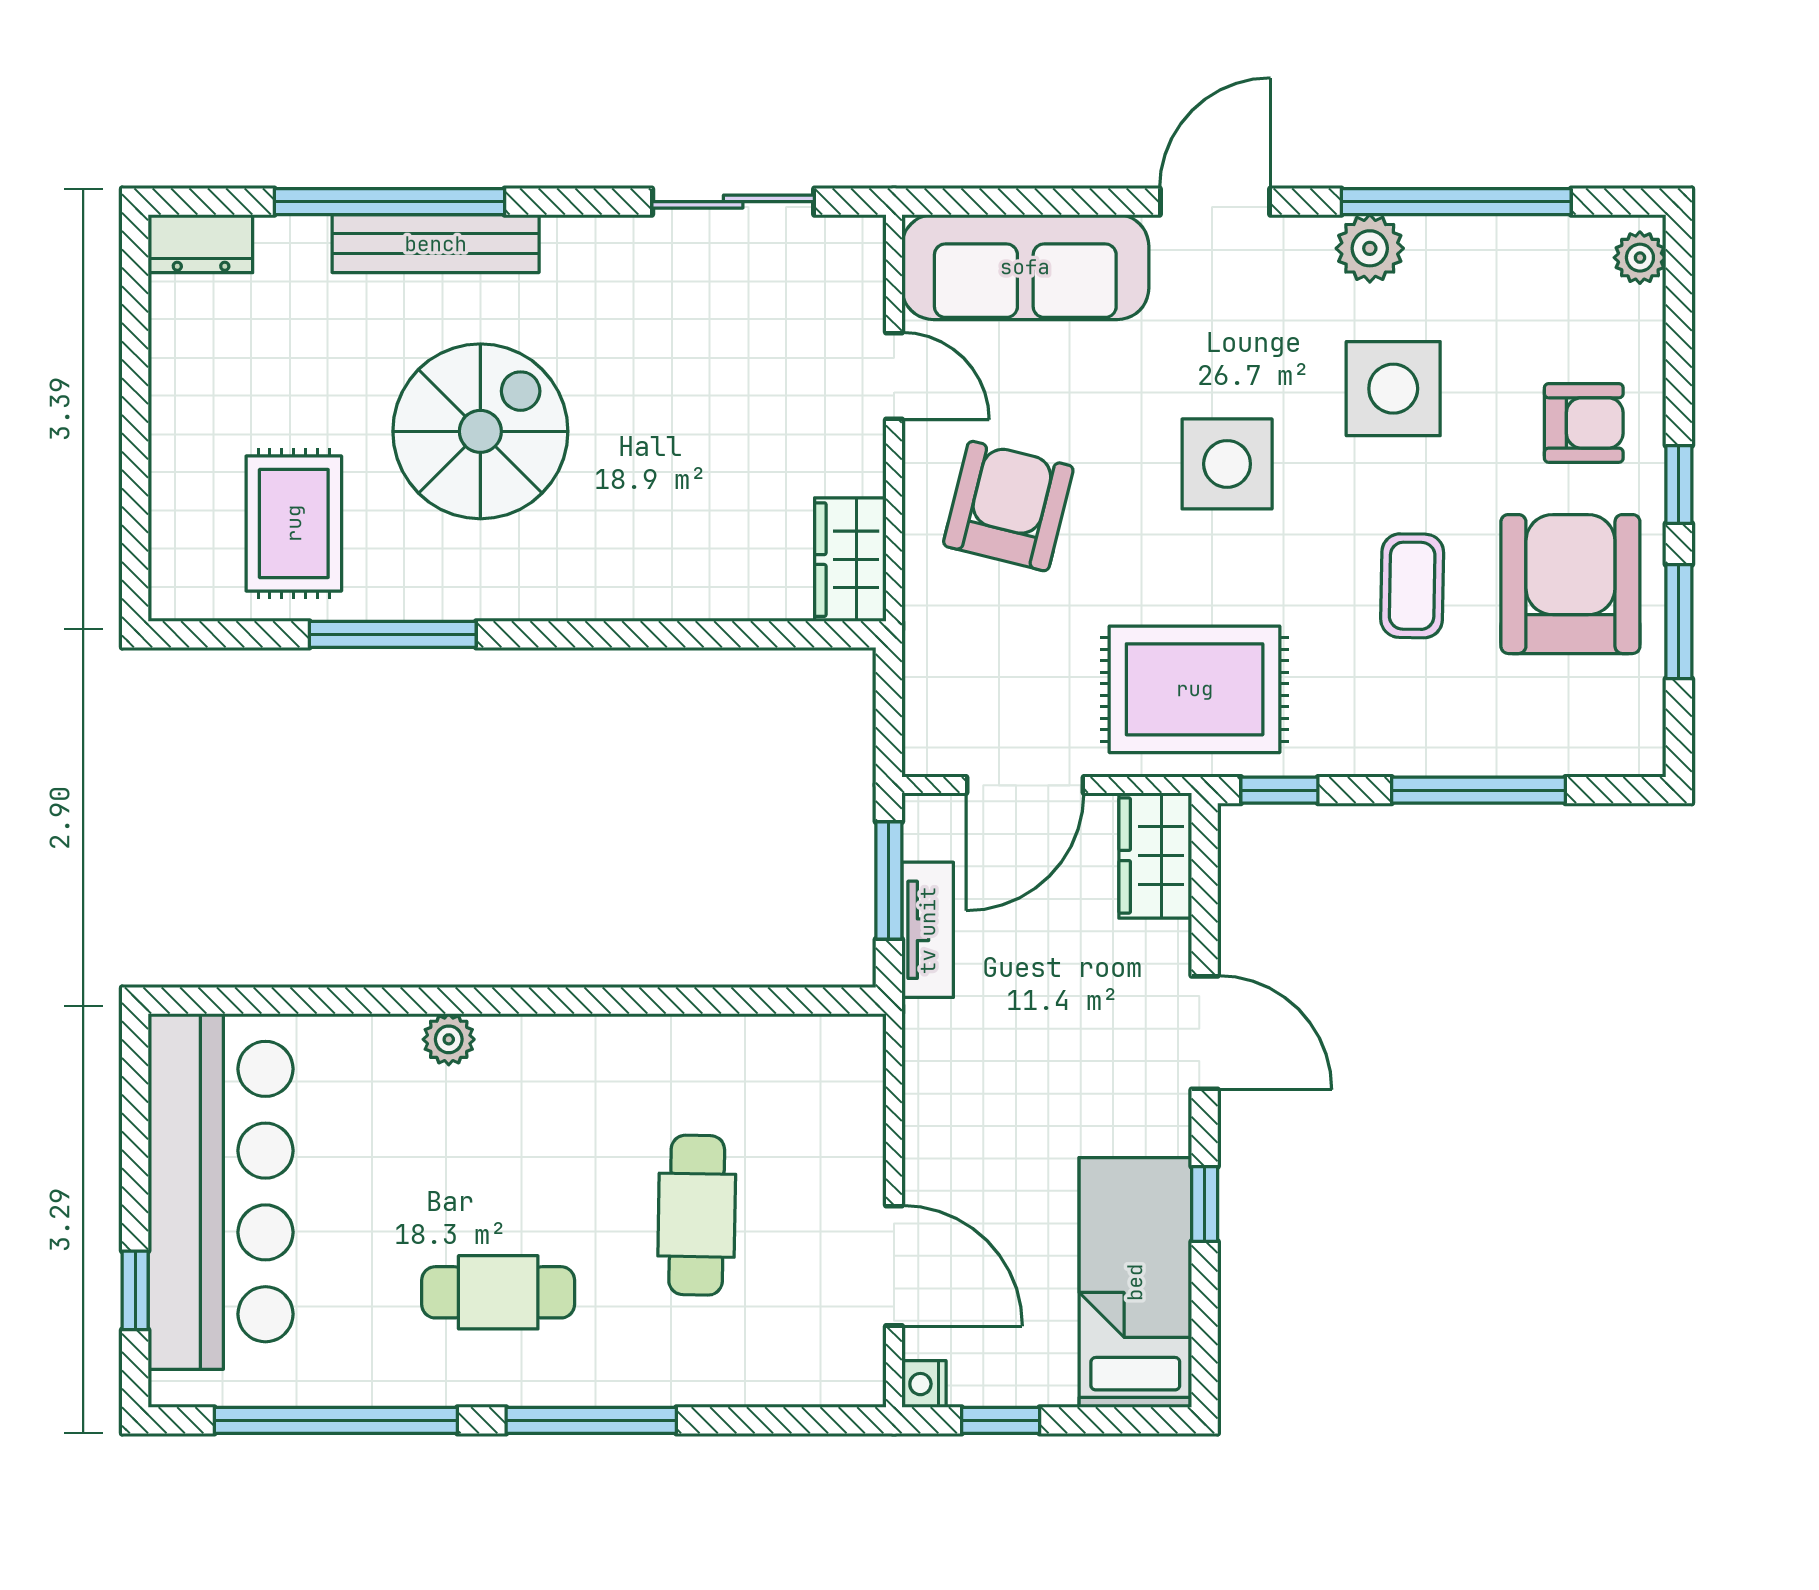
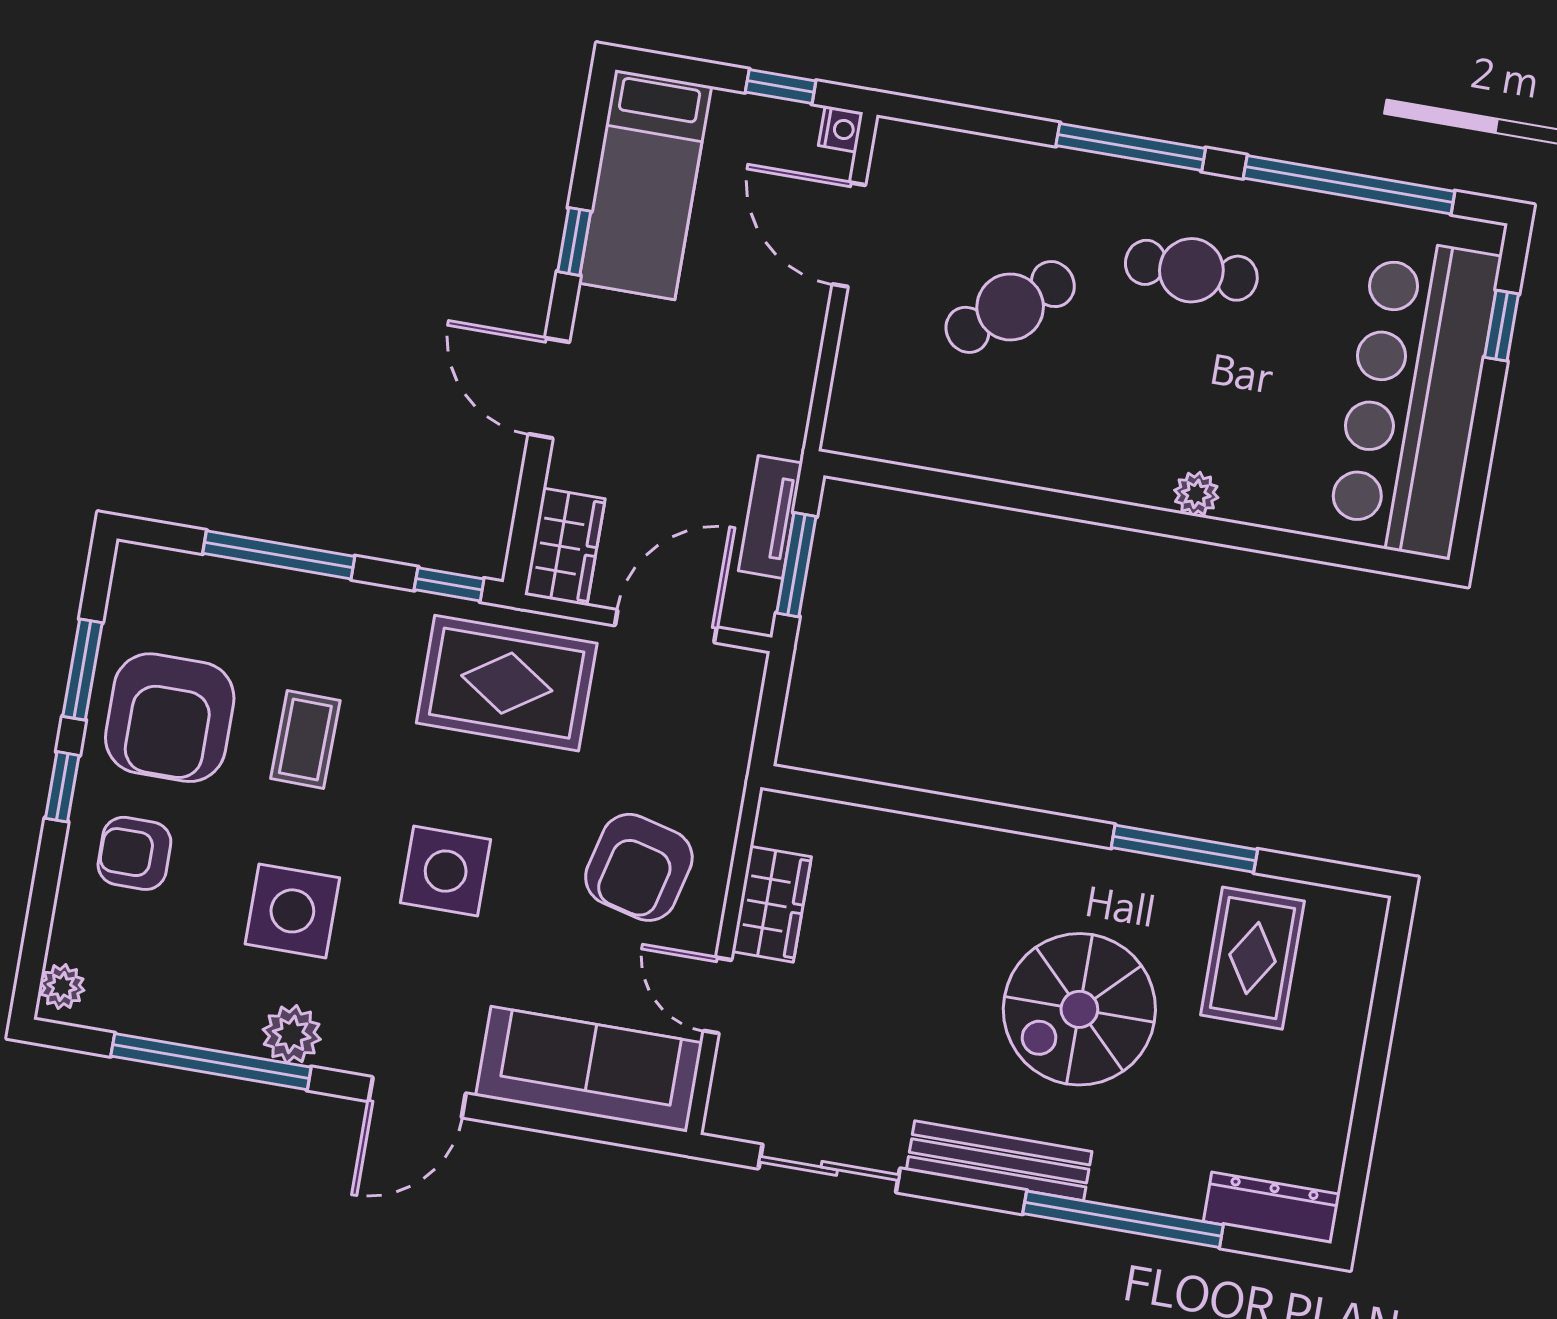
dresser: (201, 244) -> (1271, 1208), width x1.44
bench: (436, 244) -> (999, 1161), moved
wardrobe: (850, 560) -> (772, 904), moved
cafe table: (697, 1215) -> (1010, 307), turned 51

